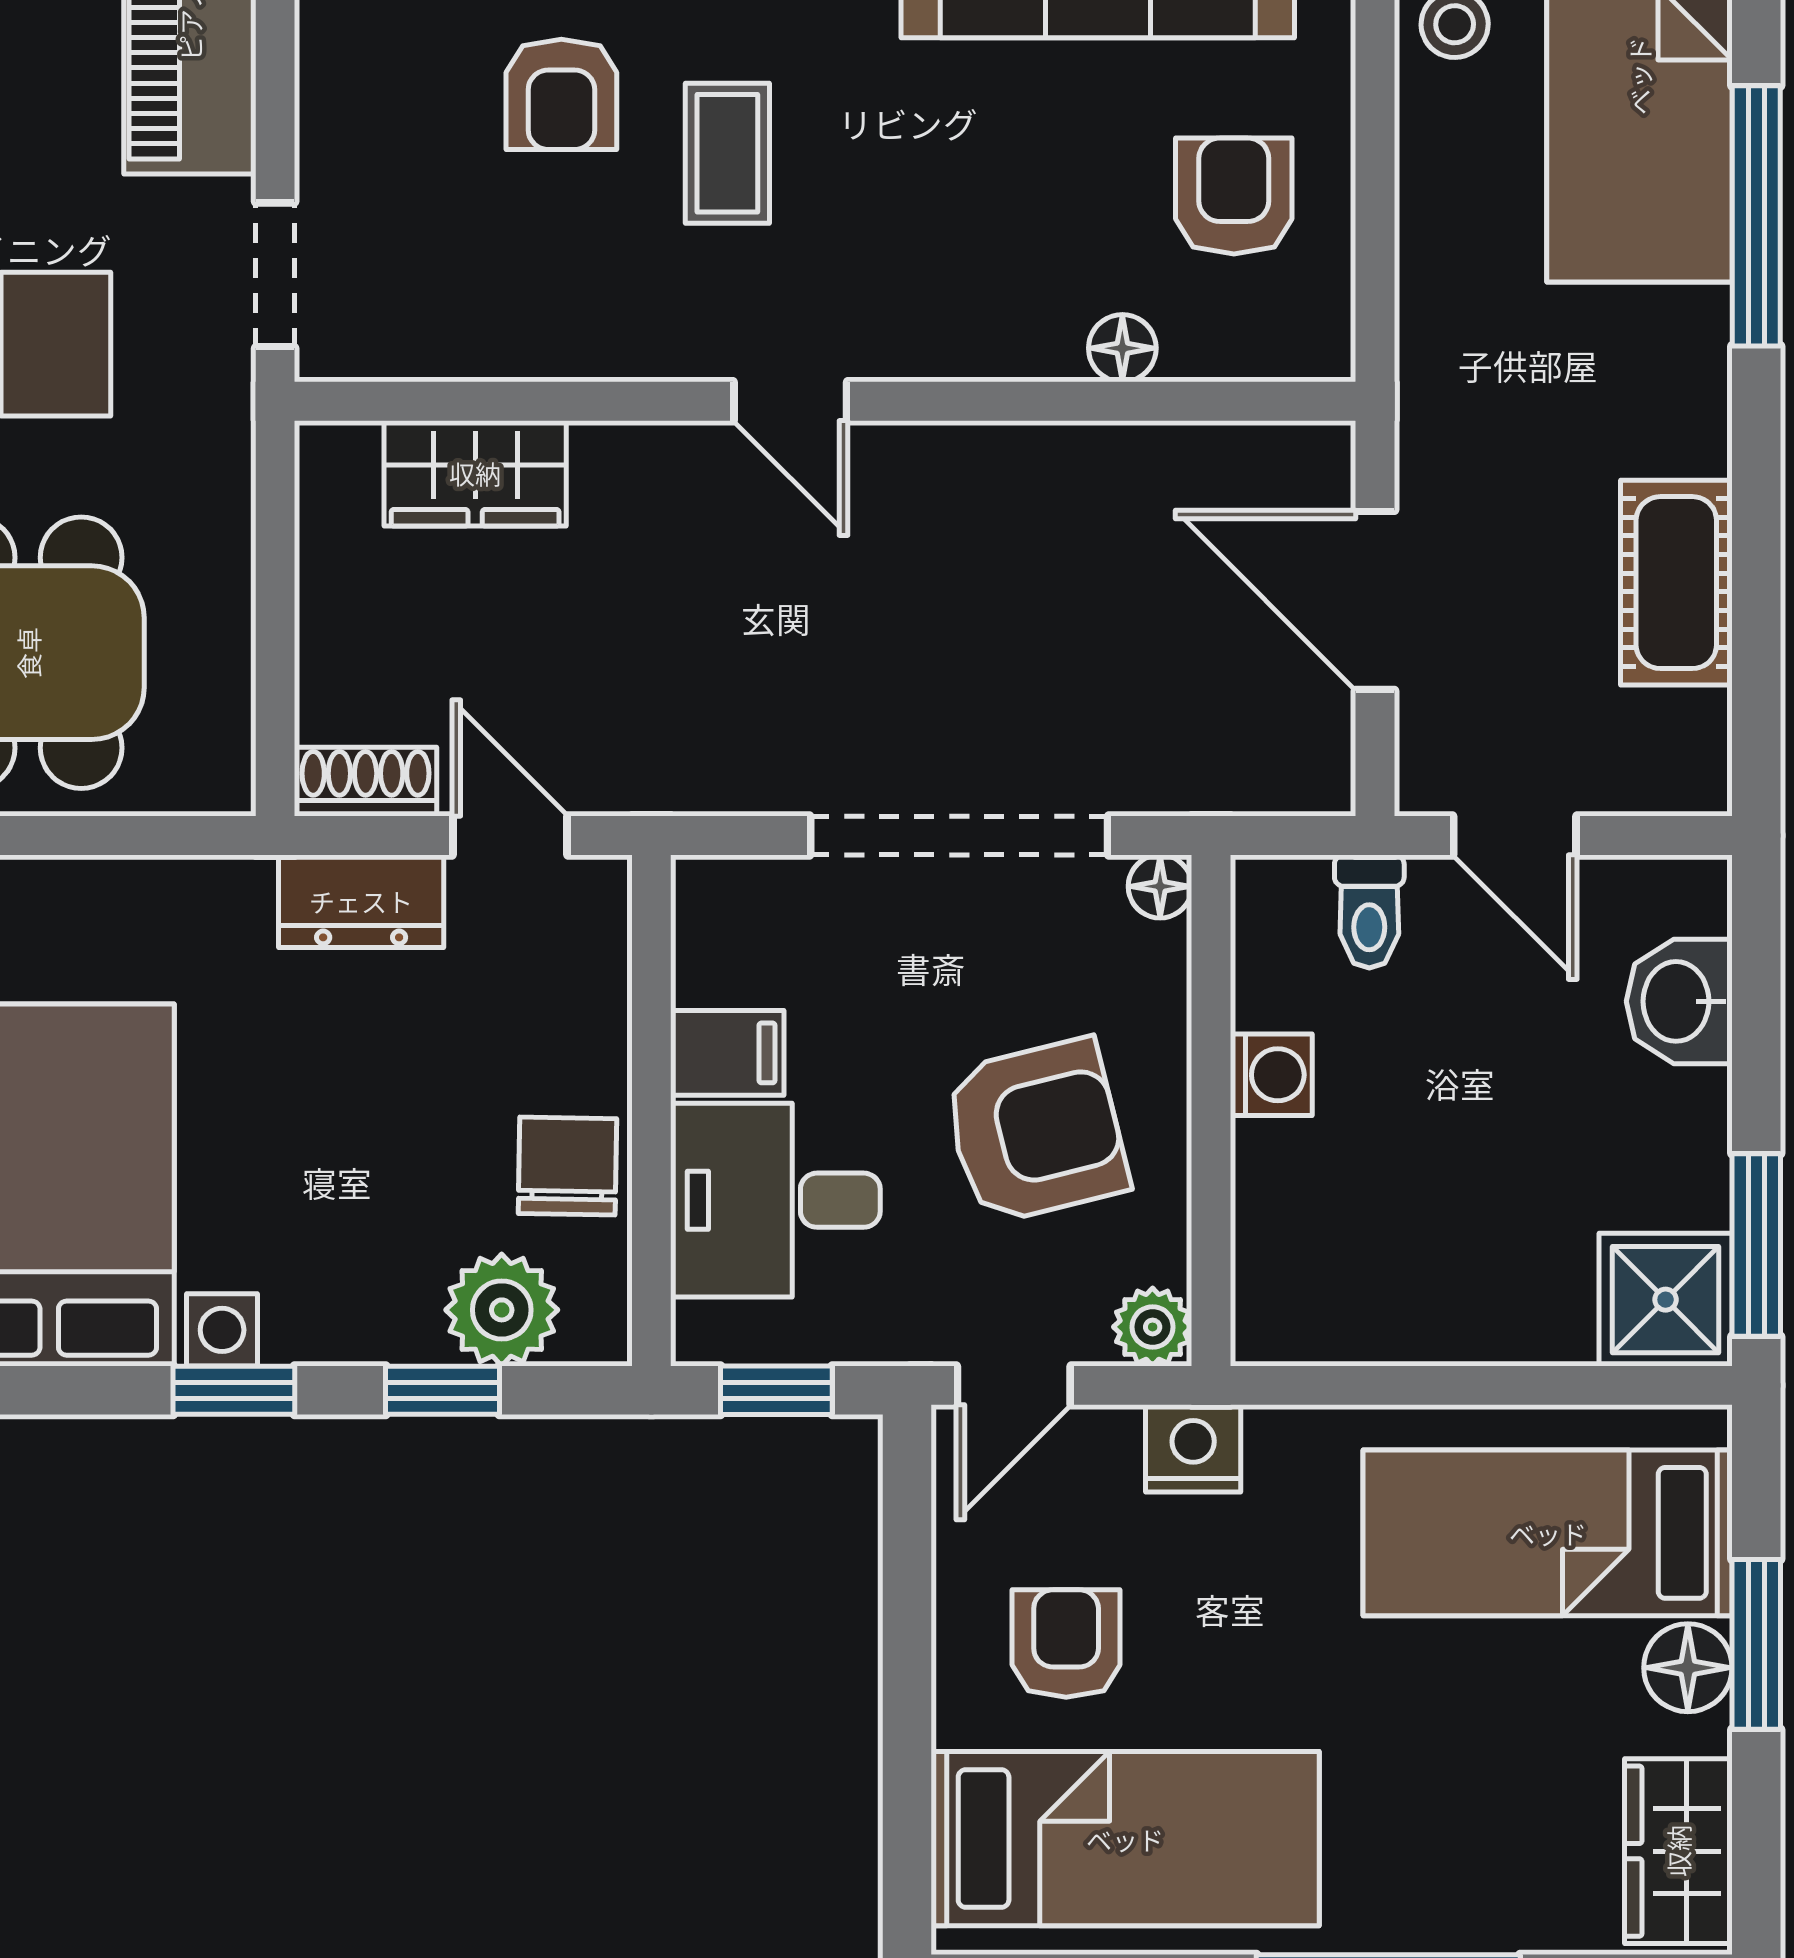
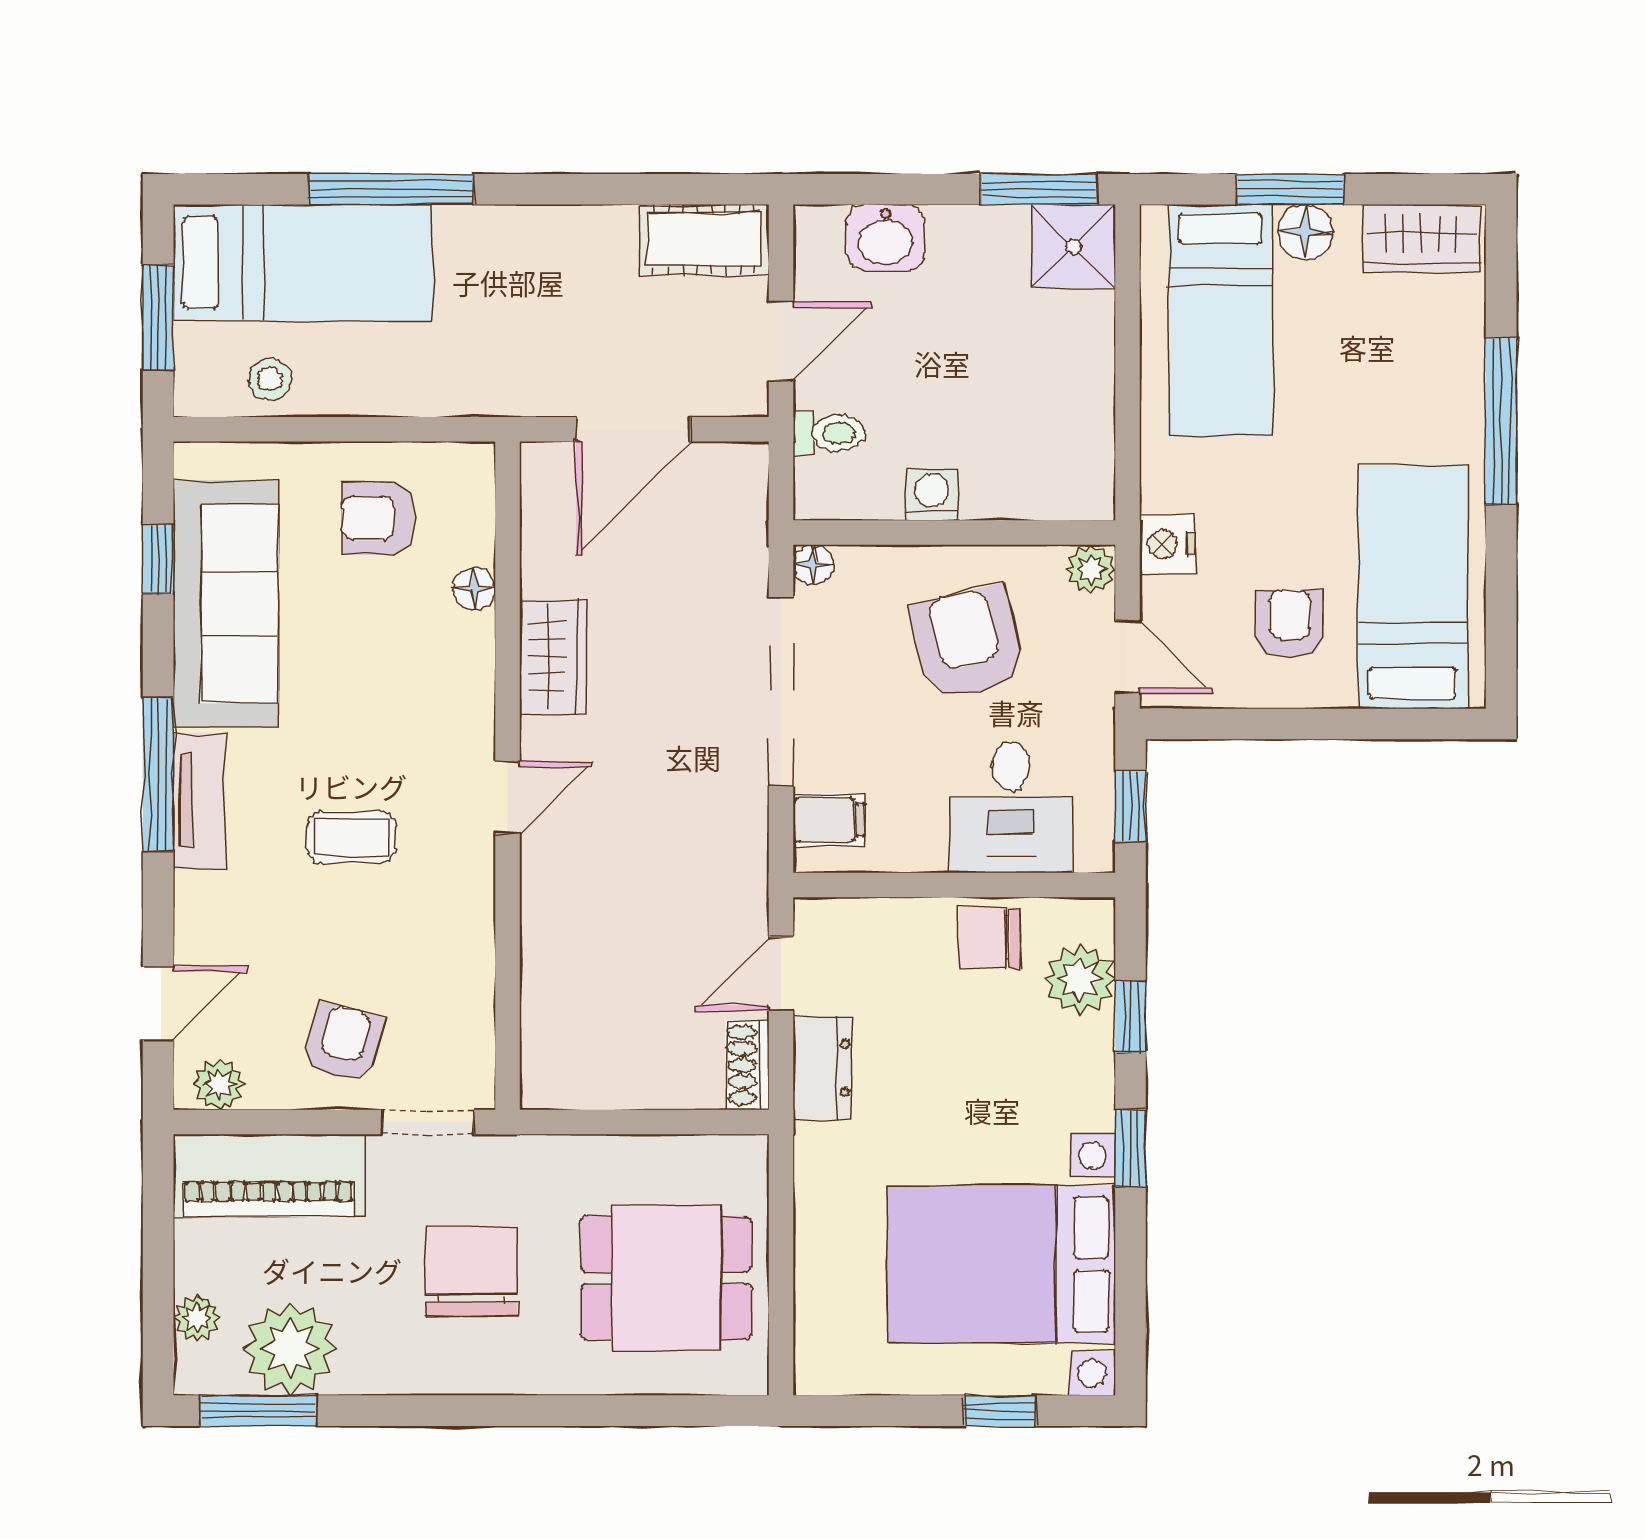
armchair: (561, 94) -> (343, 1043), moved, turned -75
wardrobe: (475, 473) -> (553, 657), moved
cot: (1676, 583) -> (704, 240), moved
filing cabinet: (727, 1053) -> (829, 820), moved, turned 90
armchair: (1066, 1643) -> (1290, 624), turned 90

